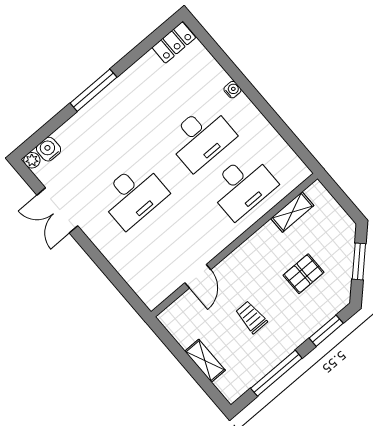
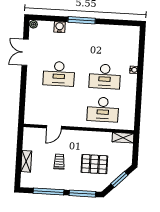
locker: (174, 43) -> (129, 31), removed
water cooler: (49, 149) -> (60, 27), moved
shelving: (292, 212) -> (123, 138), moved
pallet: (304, 274) -> (94, 164), width x1.50, depth x1.42
window: (326, 331) -> (82, 194), width x1.44

